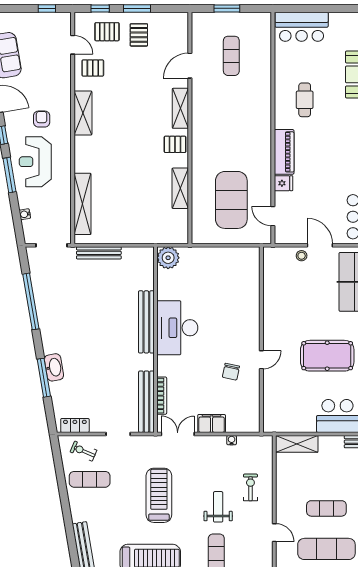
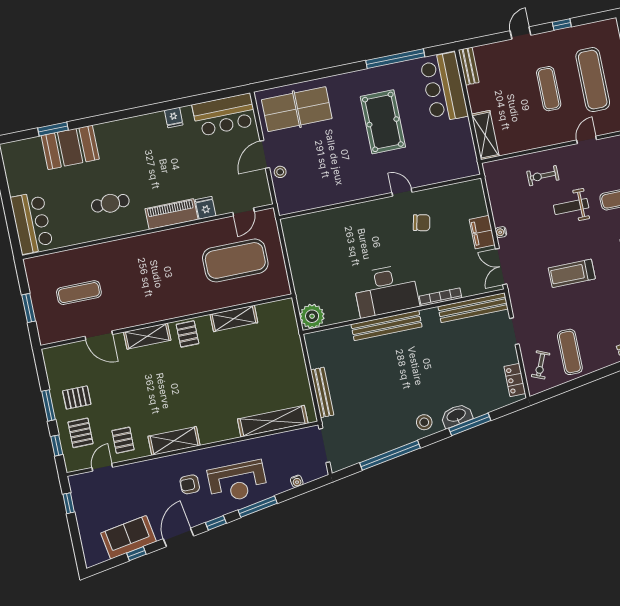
stool: (54, 338) -> (424, 422), added
bookcase: (162, 396) -> (441, 297), moved
water cooler: (232, 440) -> (501, 232), moved
treadmill: (159, 495) -> (572, 273), width x0.73, depth x0.73

